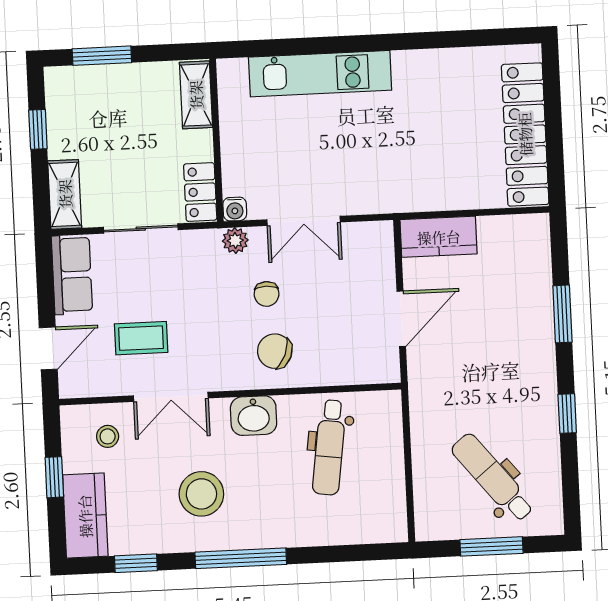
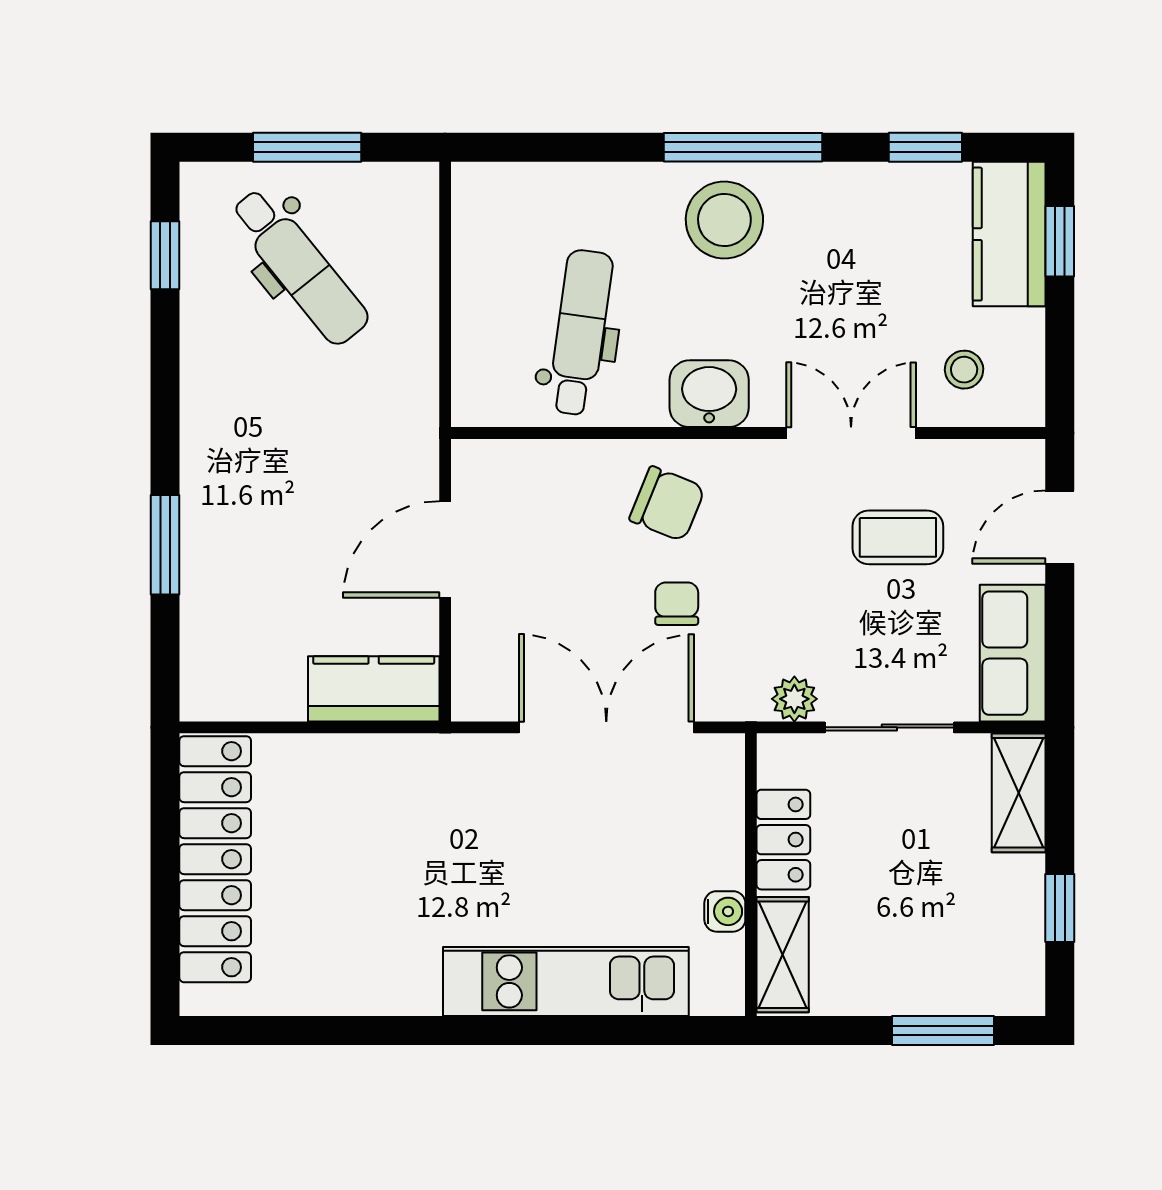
locker: (200, 192) -> (783, 840), moved
water cooler: (235, 209) -> (725, 911), moved, turned 90
double door: (304, 221) -> (606, 727), width x1.37
plant: (235, 241) -> (794, 699), moved
window: (567, 414) -> (165, 255), moved
window: (54, 477) -> (1060, 241), moved
stool: (201, 494) -> (724, 220), moved

